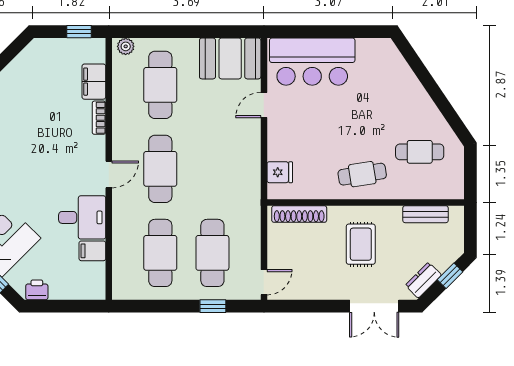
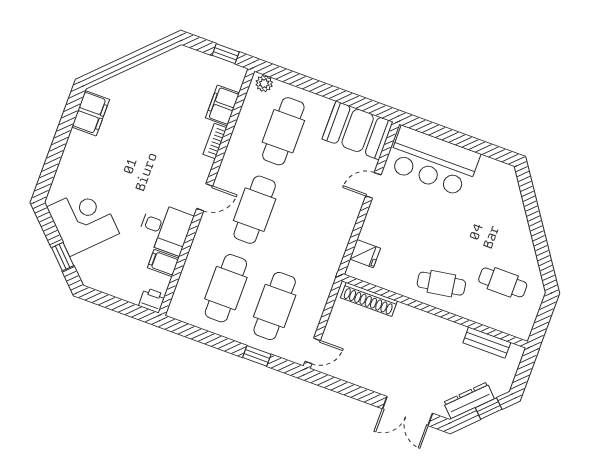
rug: (361, 244) -> (416, 349), removed
dresser: (423, 280) -> (469, 400), width x1.44
printer: (37, 290) -> (152, 300), moved

